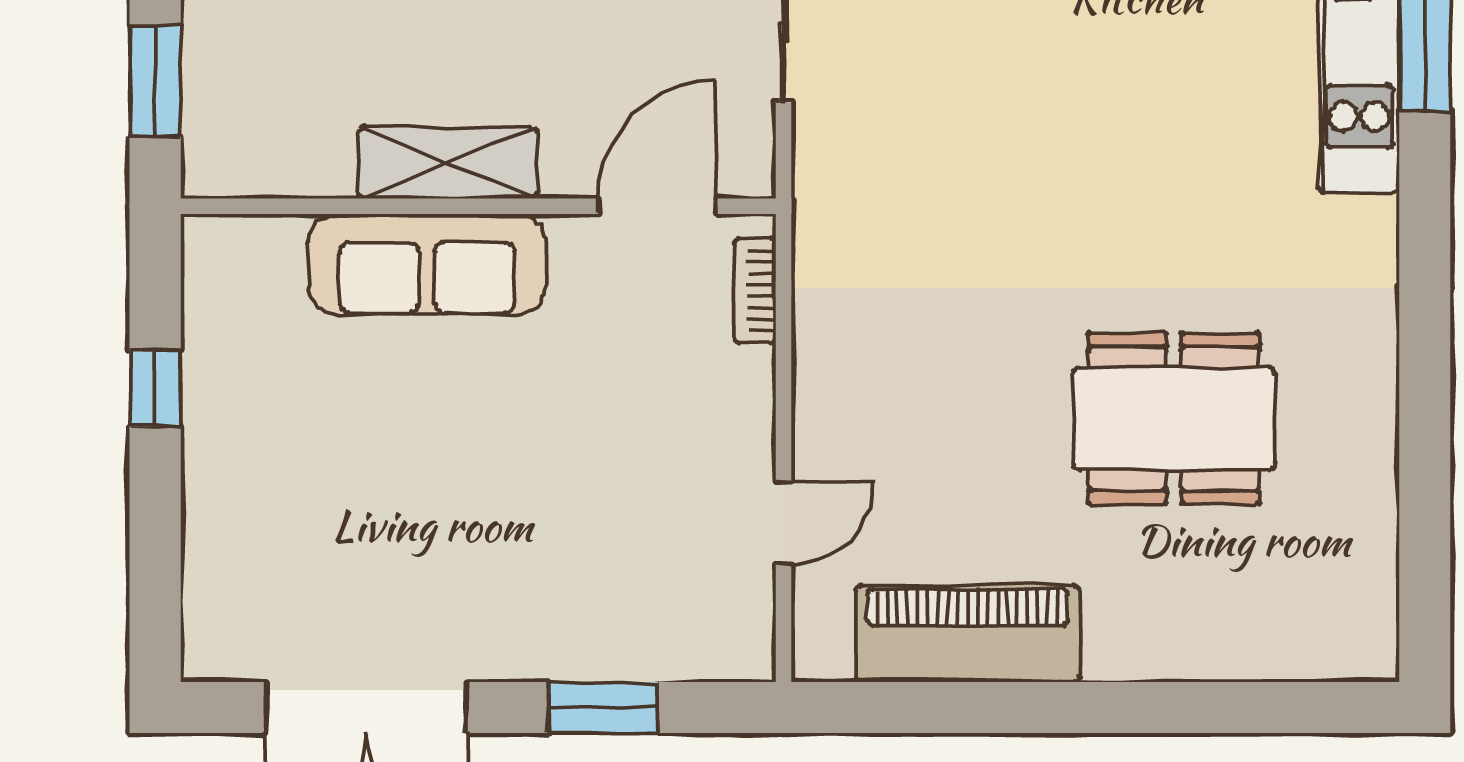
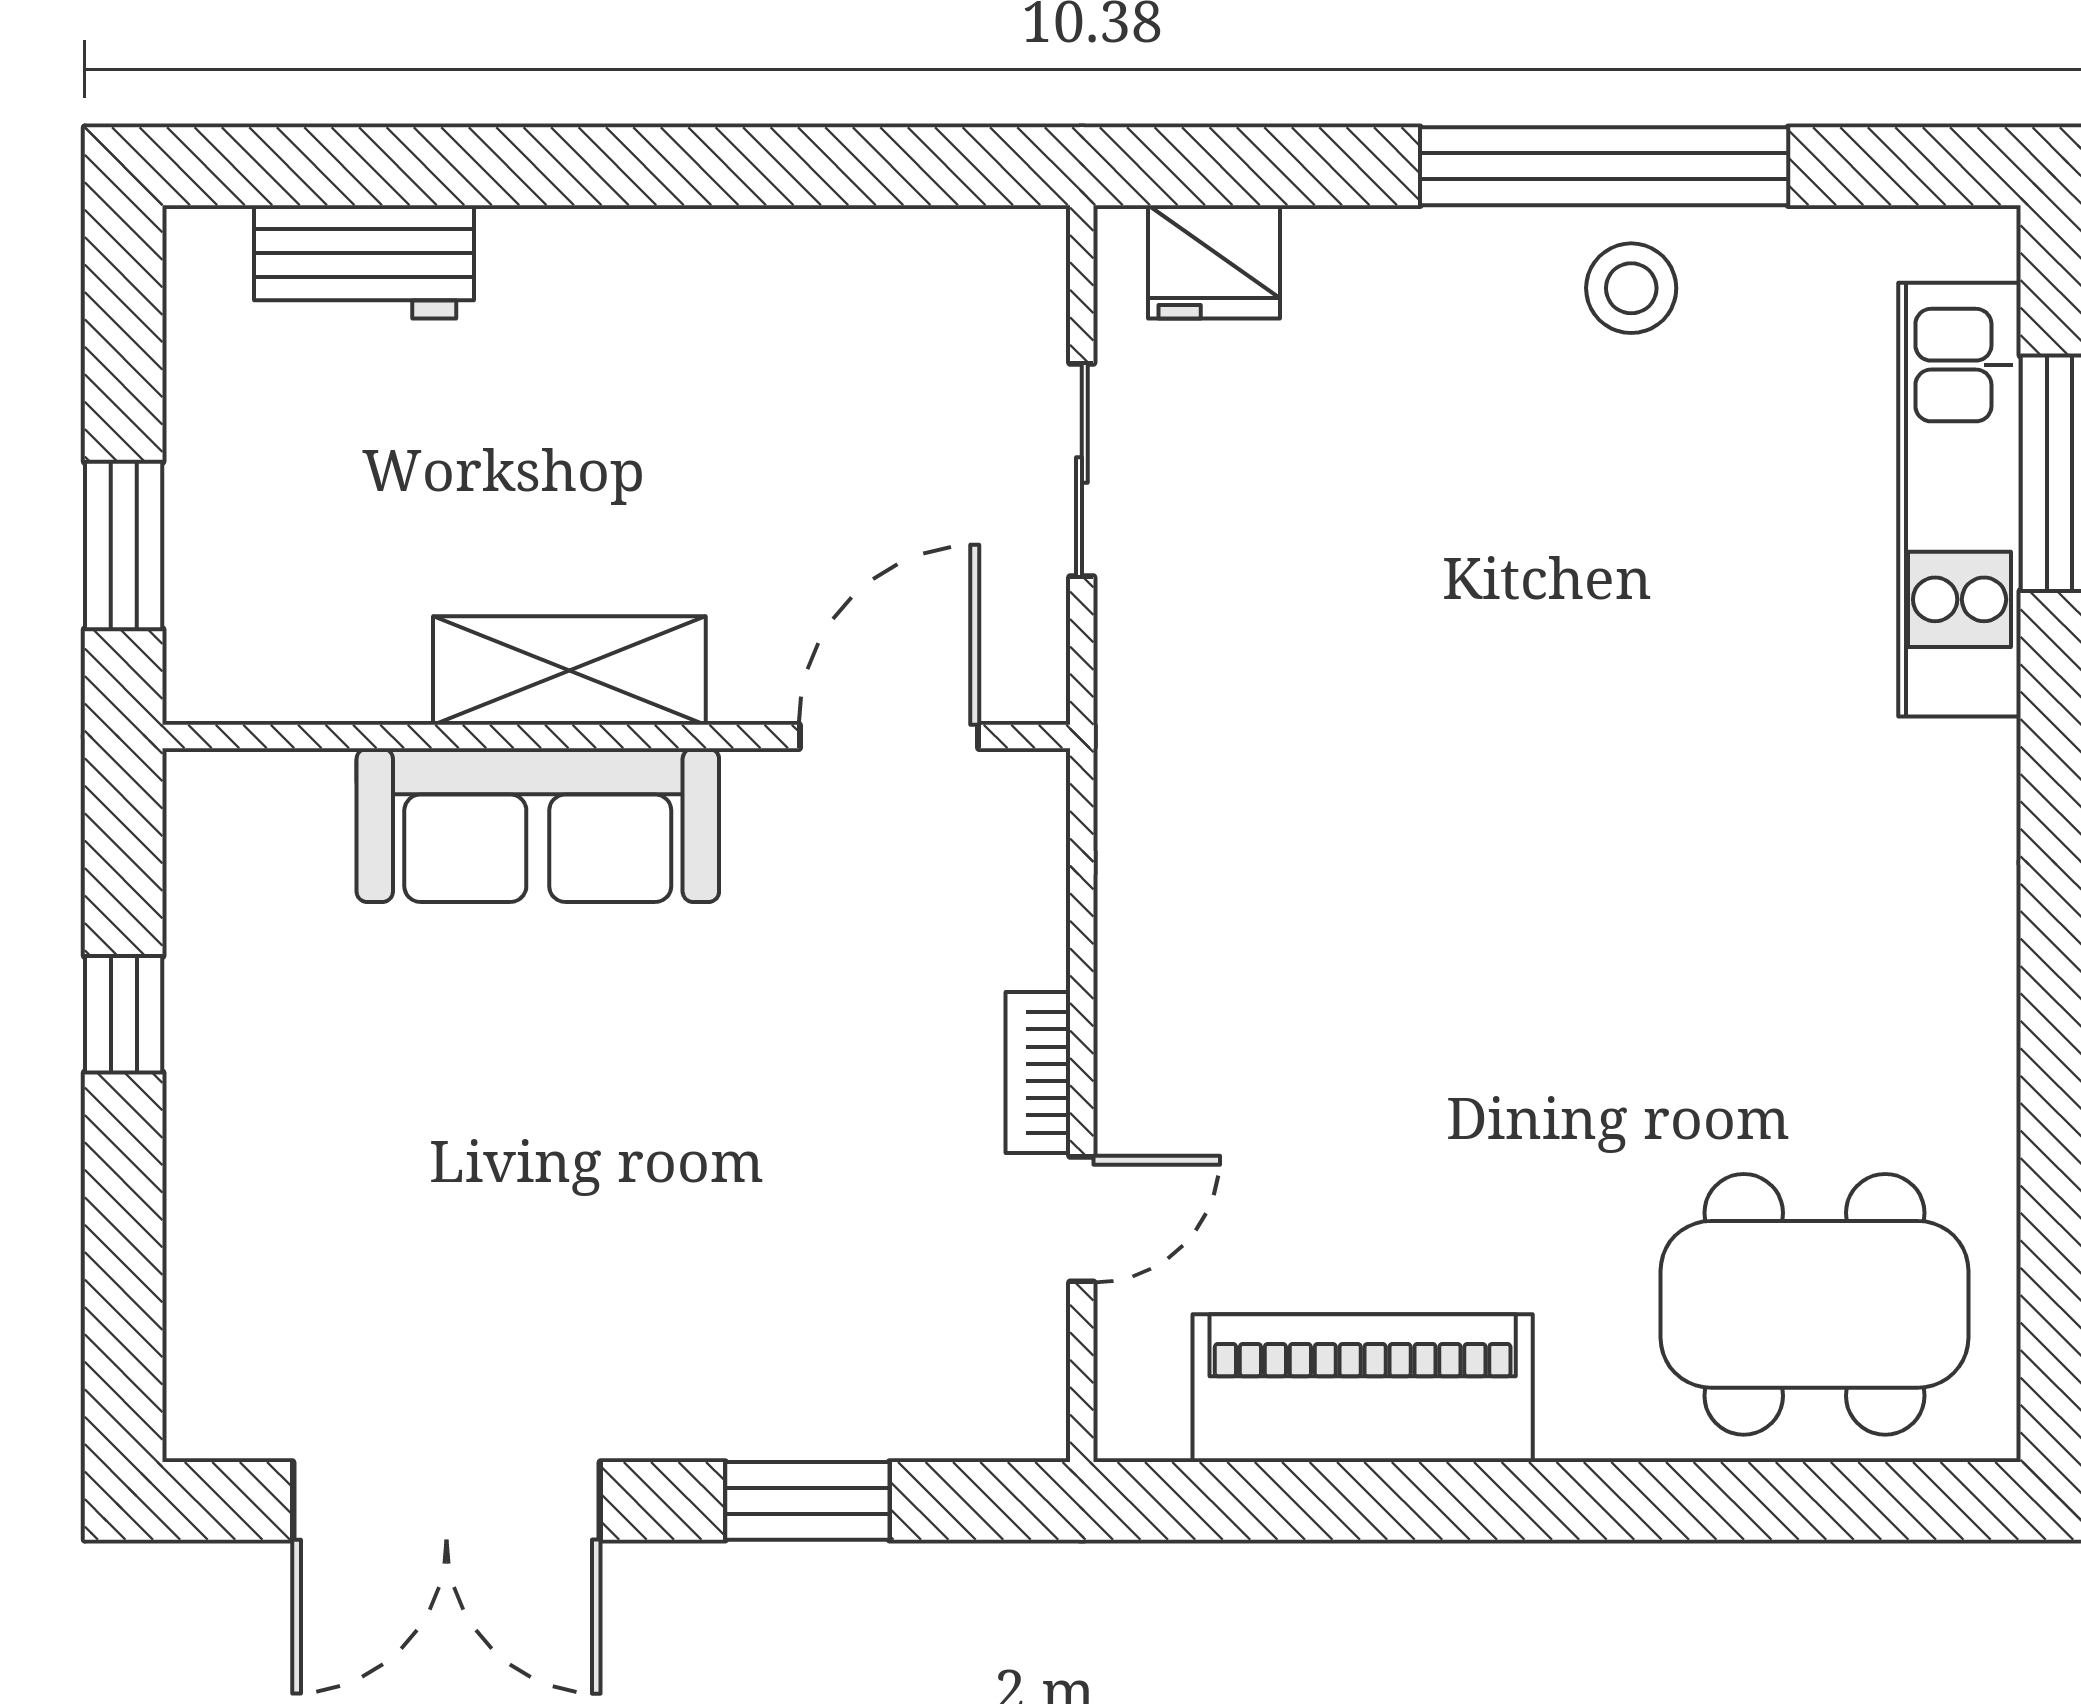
bookcase: (755, 291) -> (1038, 1072), moved
dining table: (1174, 418) -> (1814, 1304), moved

